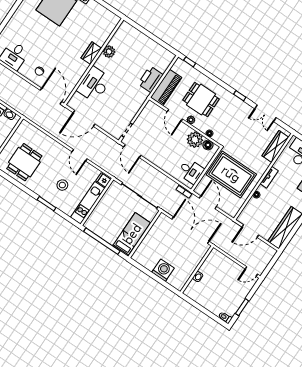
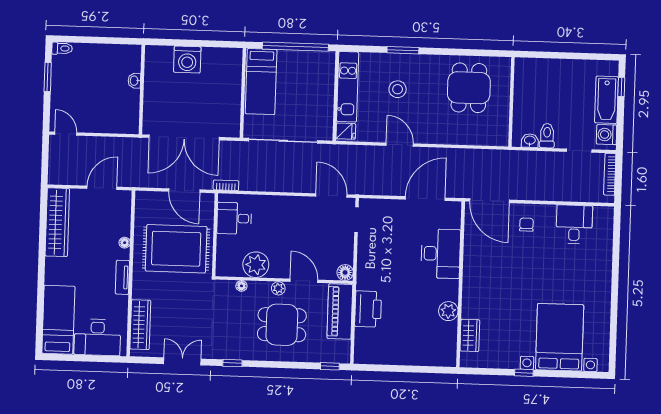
wardrobe: (91, 53) -> (470, 335), moved
floor lamp: (208, 145) -> (345, 272), moved
door: (251, 271) -> (66, 134), hinge flipped

